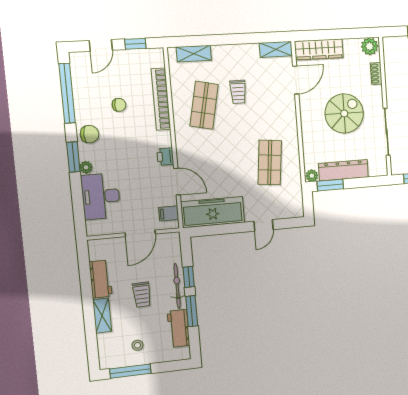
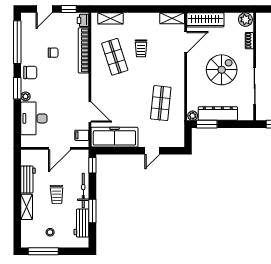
shop shelf: (204, 105) -> (115, 57), turned -30
printer: (165, 157) -> (83, 20), moved
window: (189, 277) -> (92, 165), moved

